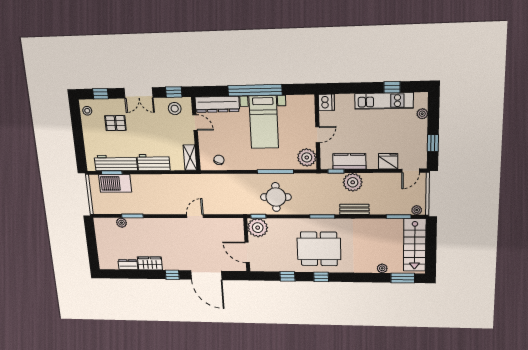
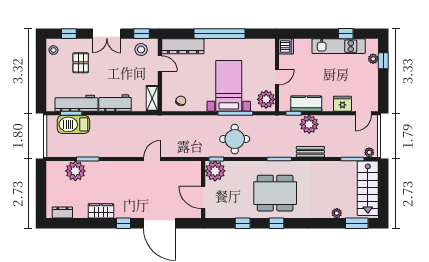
bed with nightstands: (264, 122) -> (229, 86), moved, turned 180
pallet: (116, 123) -> (81, 63), turned 90
window: (433, 143) -> (383, 61), moved
plant: (121, 223) -> (75, 171), width x1.87, depth x1.87
dresser: (128, 265) -> (62, 212), moved

